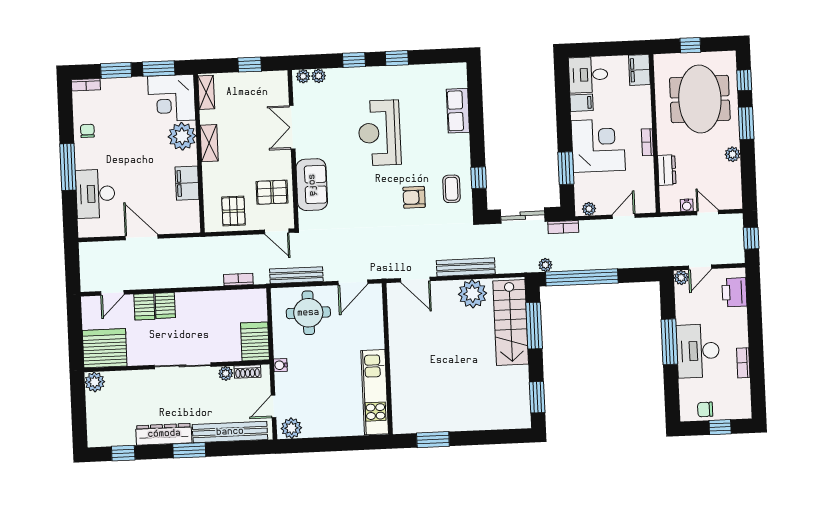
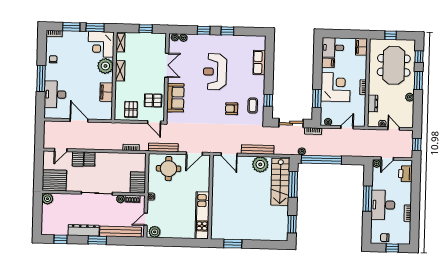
double door: (292, 127) -> (167, 65), swing flipped

